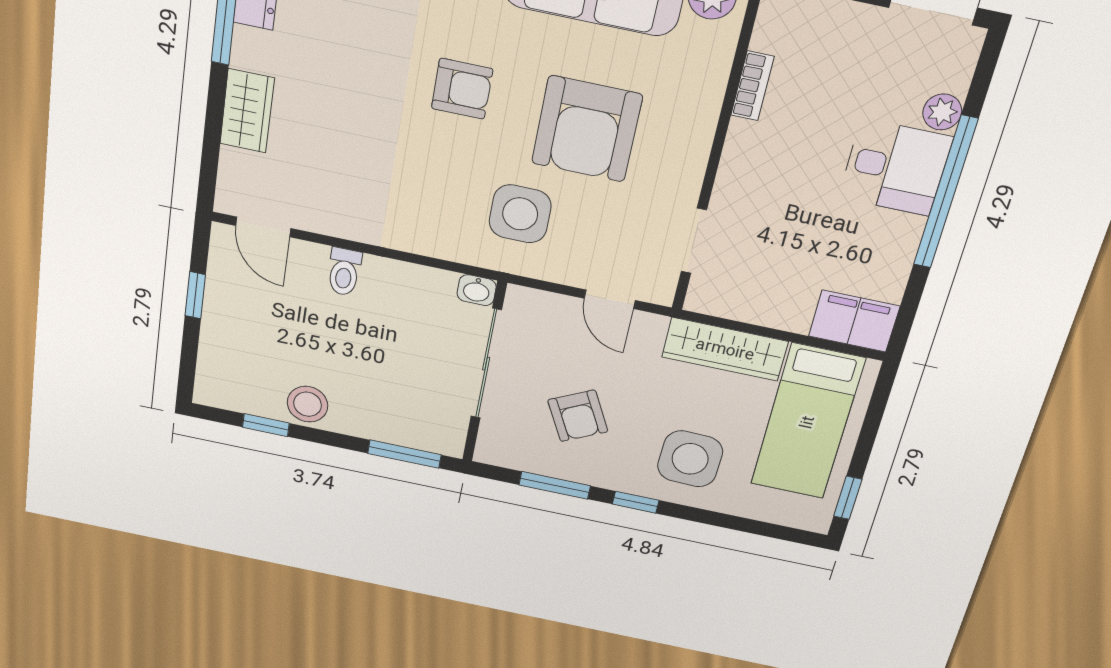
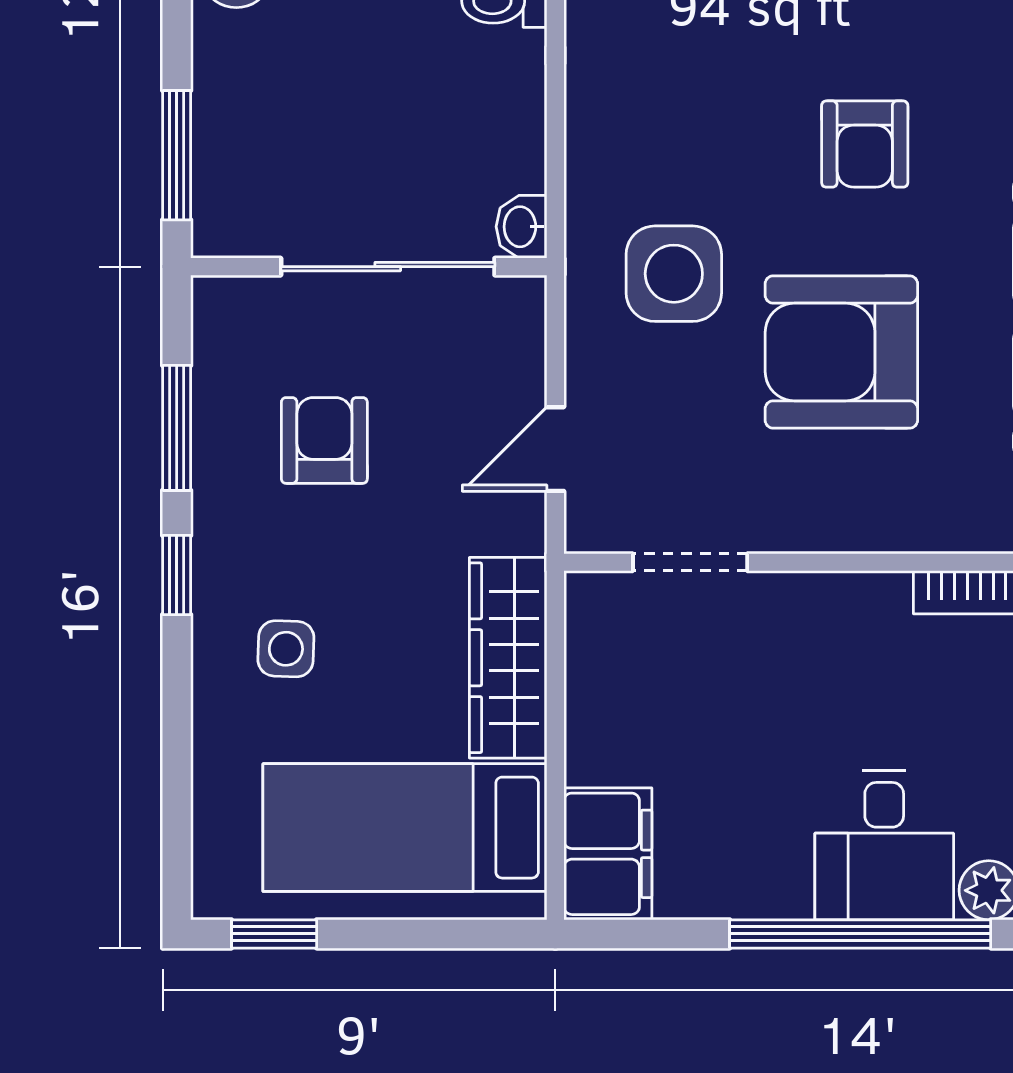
armchair: (578, 416) -> (324, 440), turned 117
side table: (690, 459) -> (286, 649), width x0.54, depth x0.54

